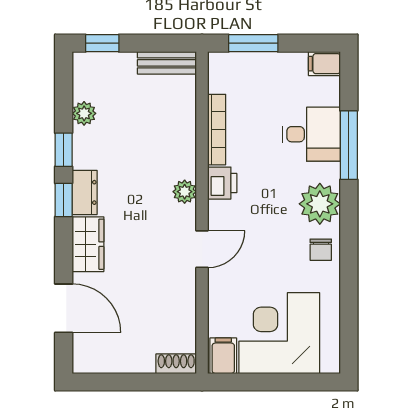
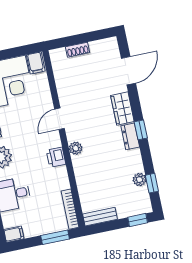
bookcase: (217, 130) -> (70, 209), moved
window: (64, 150) -> (152, 183), moved
door: (64, 308) -> (128, 71), swing flipped
shoe rack: (176, 364) -> (78, 50), moved

